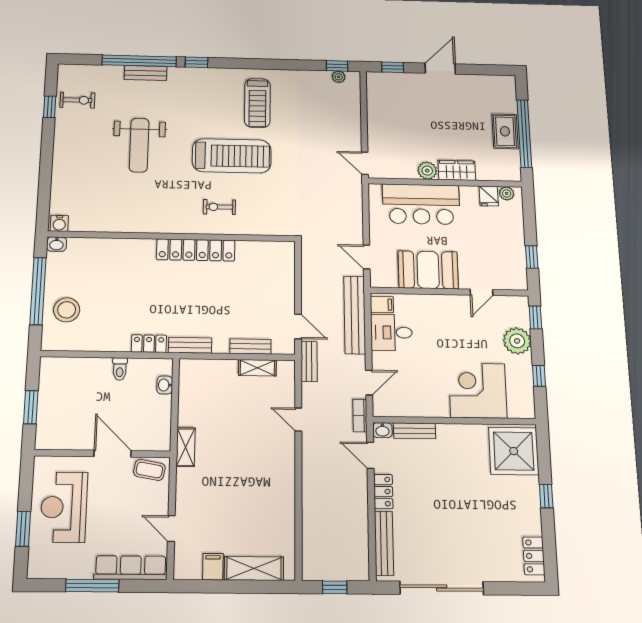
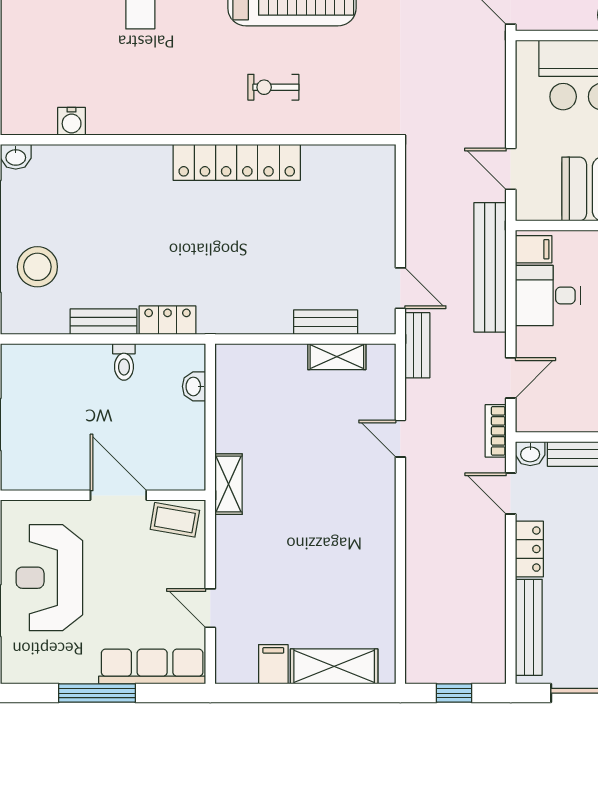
water cooler: (59, 223) -> (72, 121), moved
bench: (190, 345) -> (103, 322), moved

